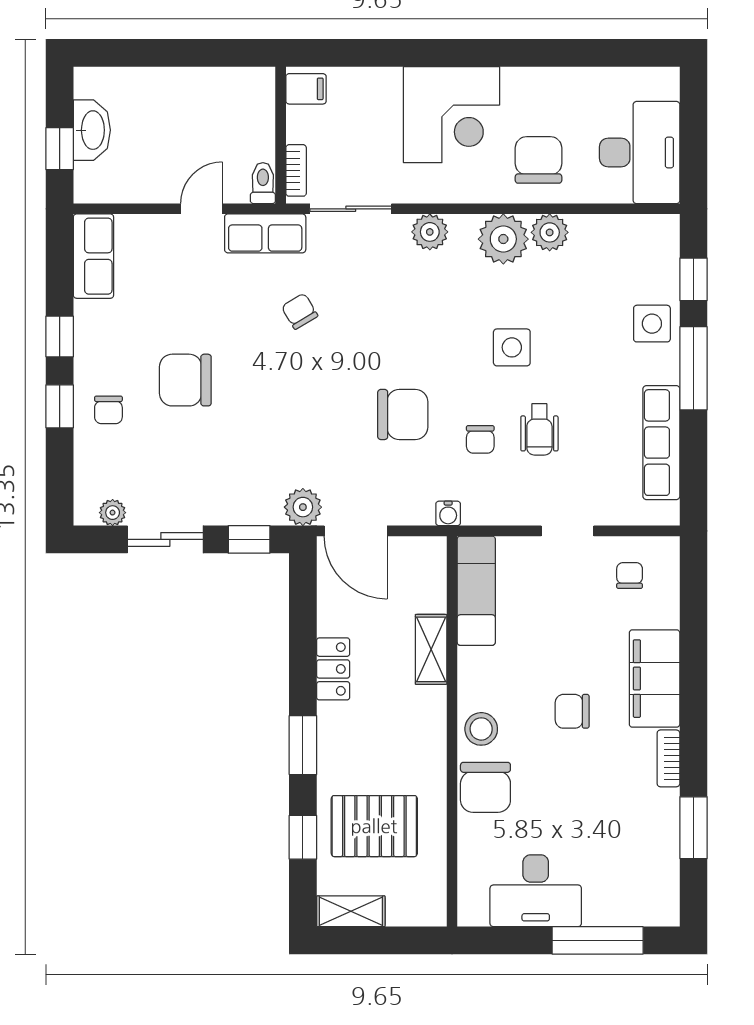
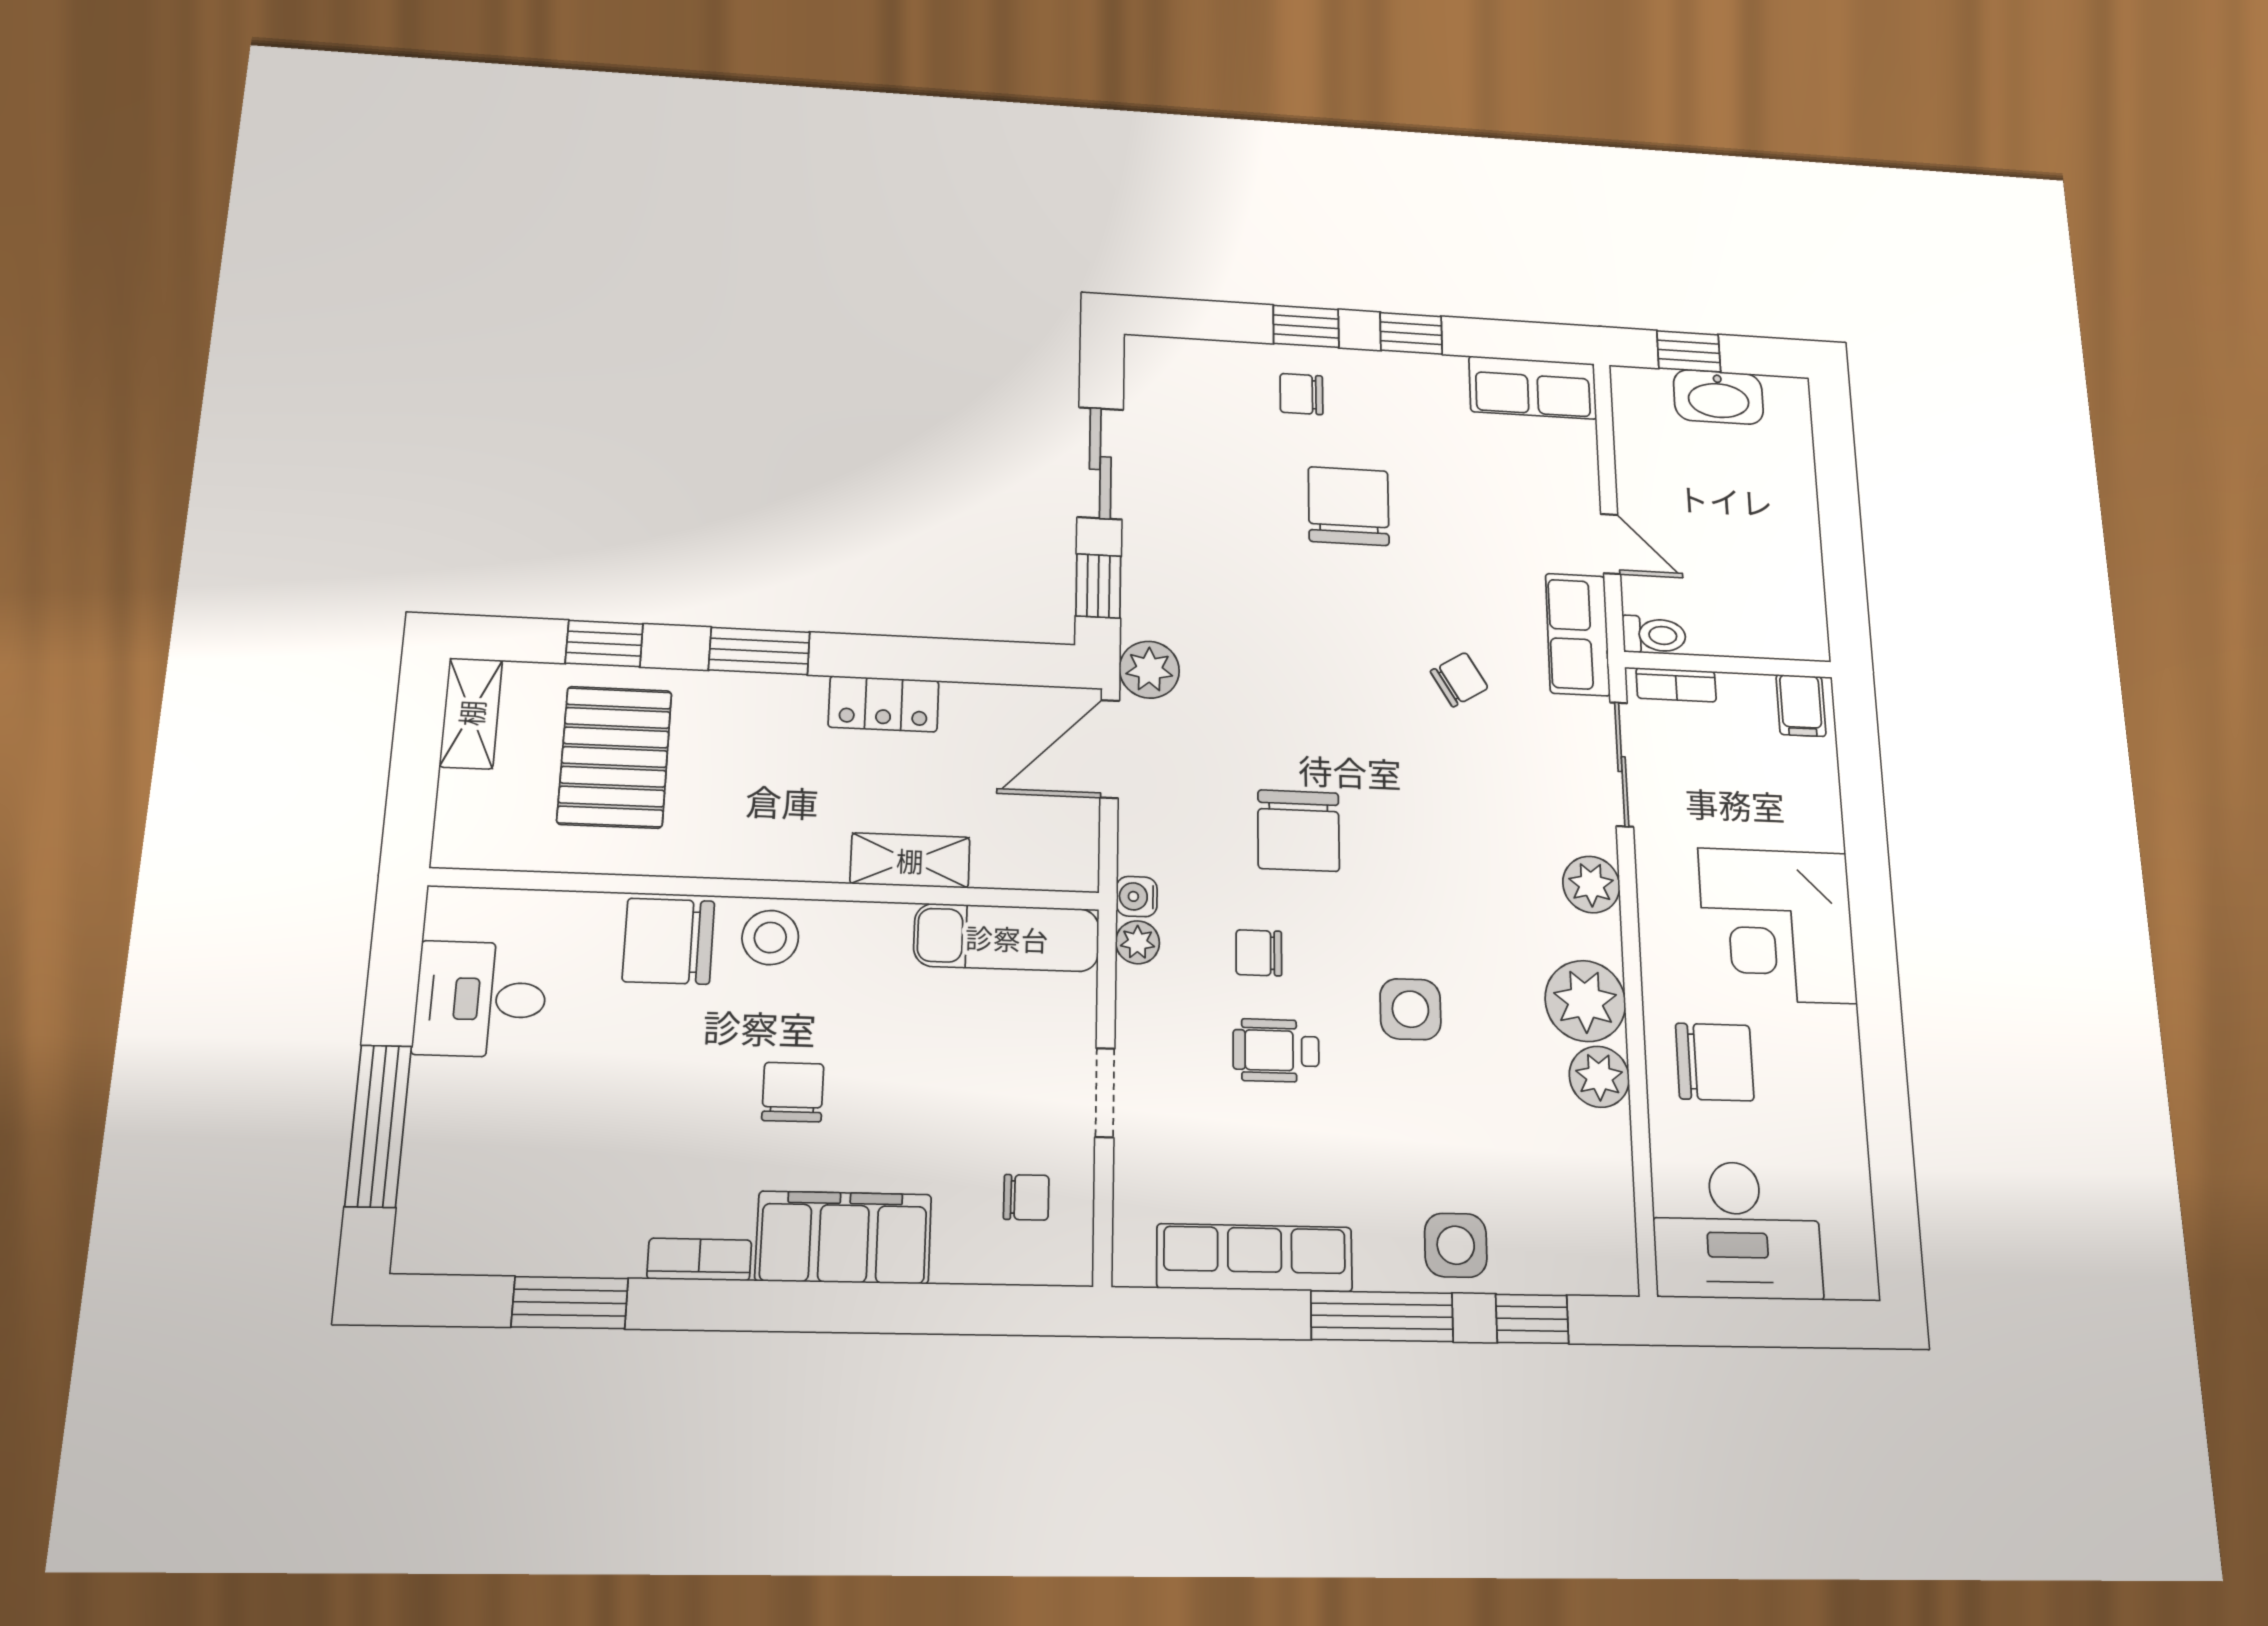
plant: (113, 513) -> (1138, 942), moved
desk: (536, 891) -> (481, 999), width x0.73

